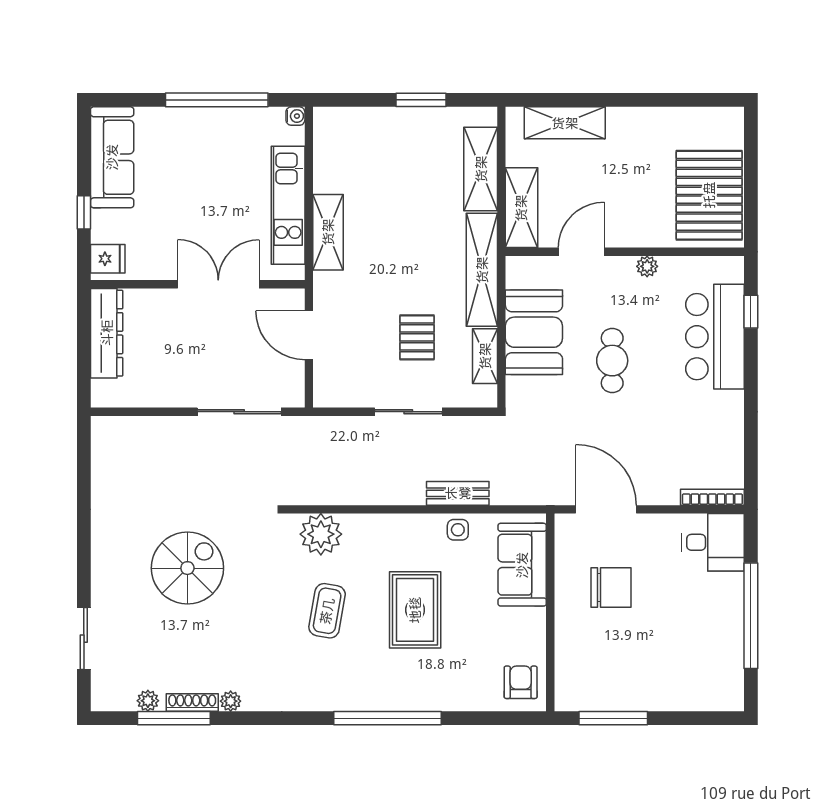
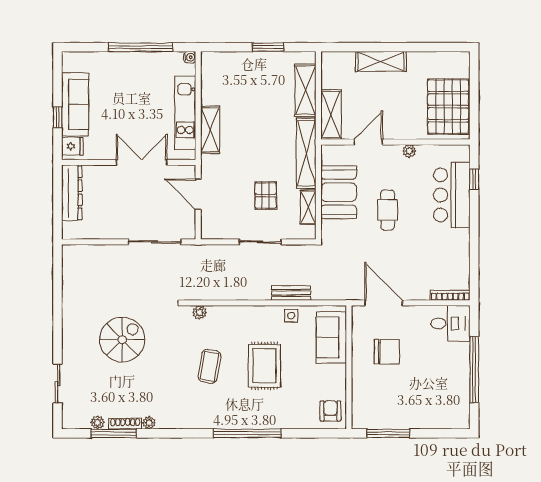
shelving: (565, 123) -> (381, 61), moved
sofa: (112, 157) -> (75, 104), moved
plant: (321, 534) -> (200, 312), width x0.53, depth x0.53

